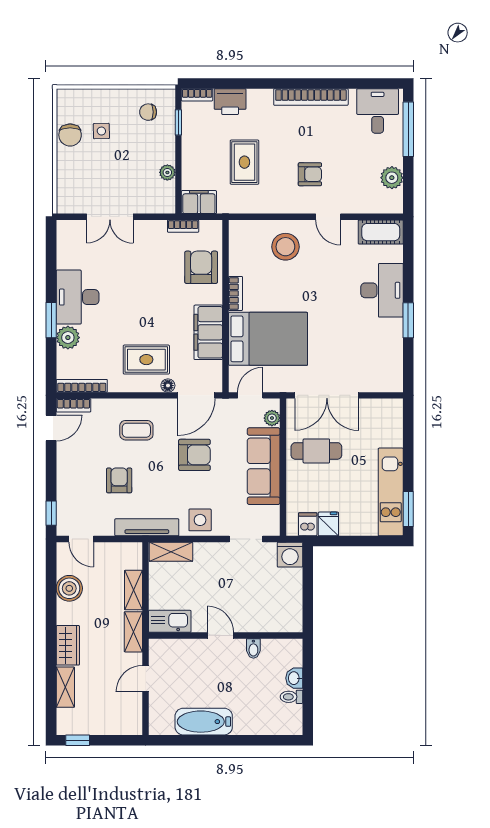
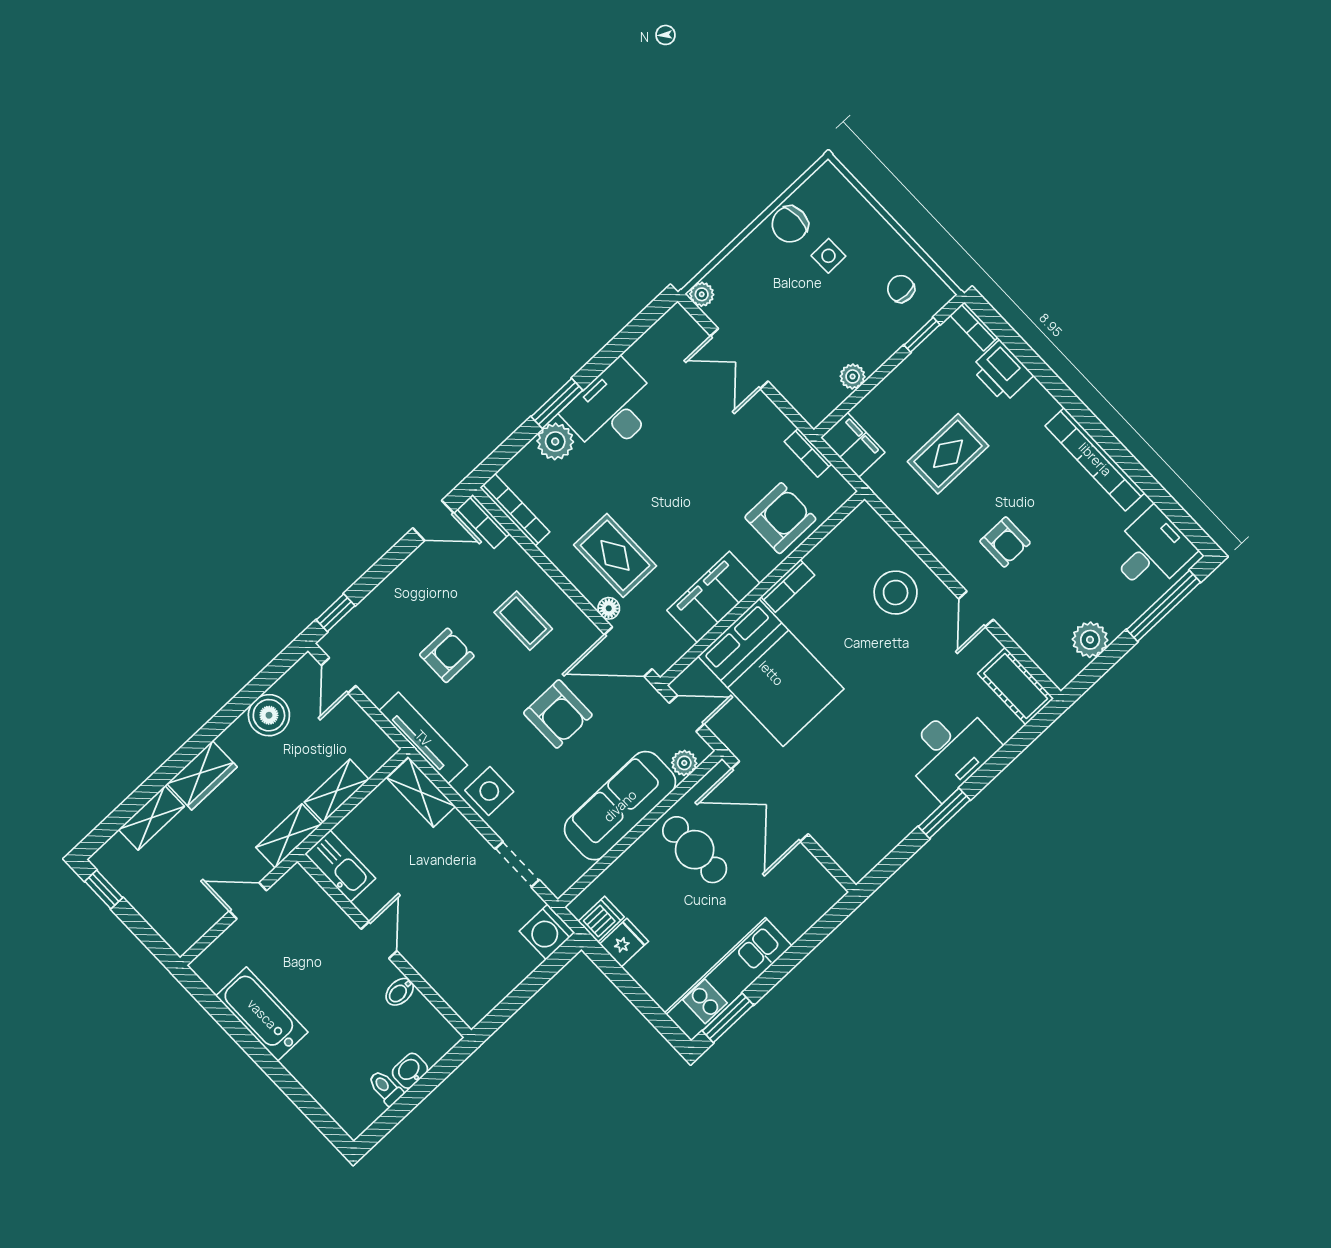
plant: (64, 206) -> (702, 294), added

